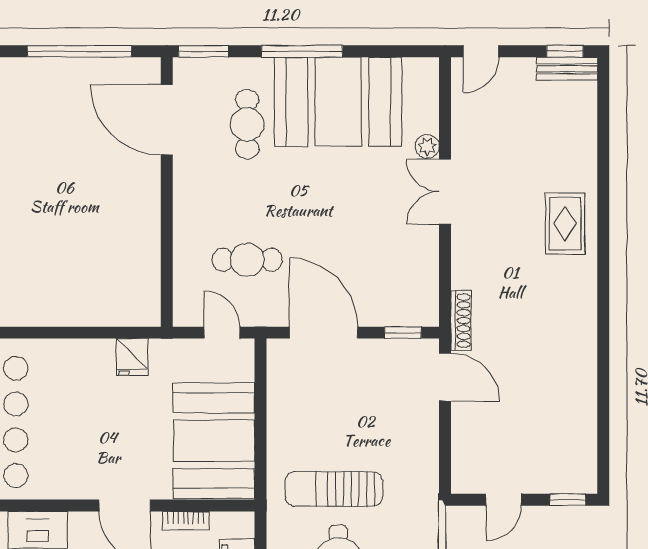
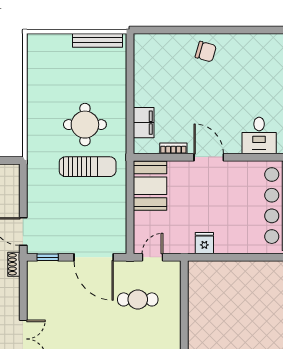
shoe rack: (461, 321) -> (14, 264), width x0.70
door: (222, 333) -> (152, 257), swing flipped
booth: (214, 441) -> (150, 186), width x0.73, depth x0.70

